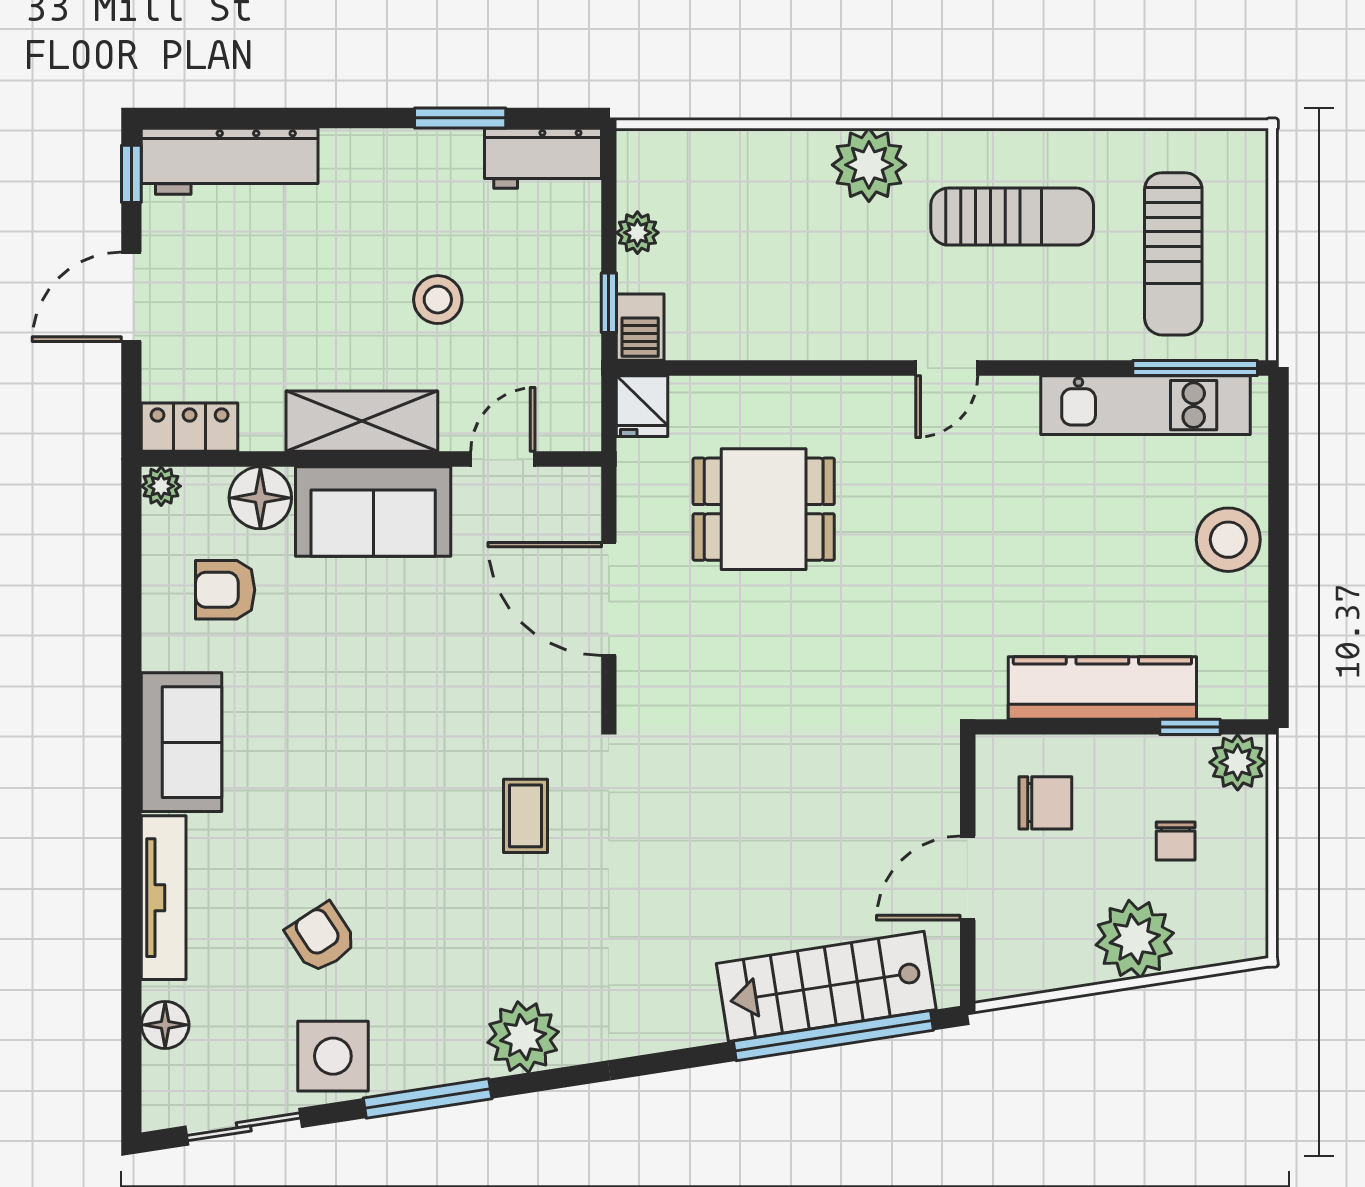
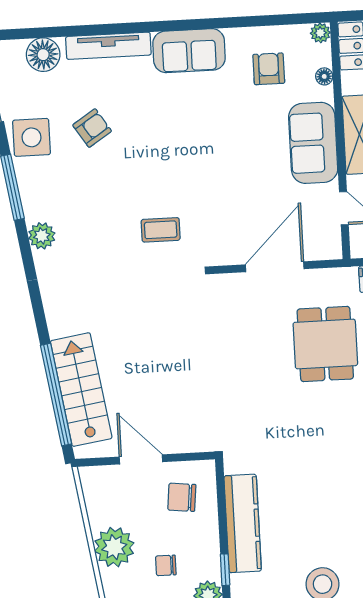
floor lamp: (260, 498) -> (324, 76), width x0.53, depth x0.53
chair: (1045, 803) -> (182, 497), turned 96
floor lamp: (165, 1025) -> (43, 55), width x1.38, depth x1.38
plant: (523, 1037) -> (42, 236), width x0.73, depth x0.73

